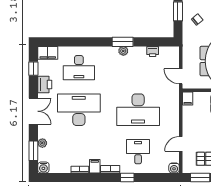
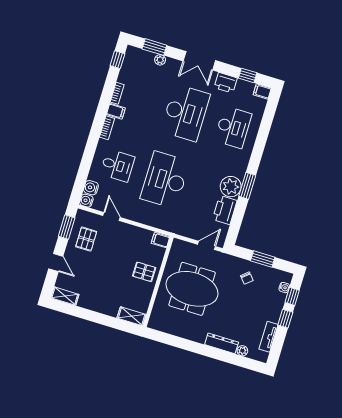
plant: (123, 51) -> (231, 187), width x1.87, depth x1.87
printer: (153, 51) -> (225, 210), width x1.87, depth x1.48
filing cabinet: (48, 53) -> (262, 91), width x0.50
desk: (79, 68) -> (233, 127), turned 180
door: (181, 76) -> (206, 245), moved
water cooler: (43, 167) -> (91, 188), moved
window: (127, 177) -> (117, 60), moved

